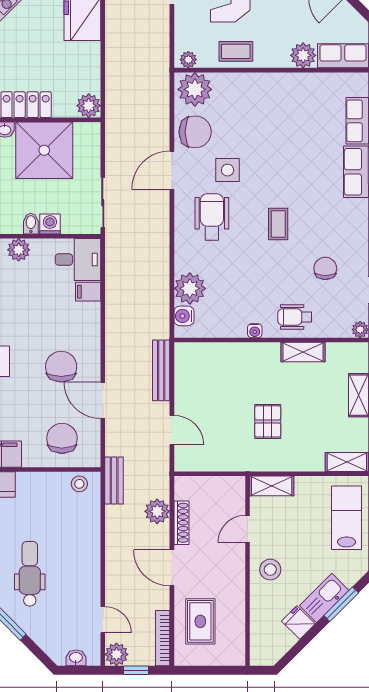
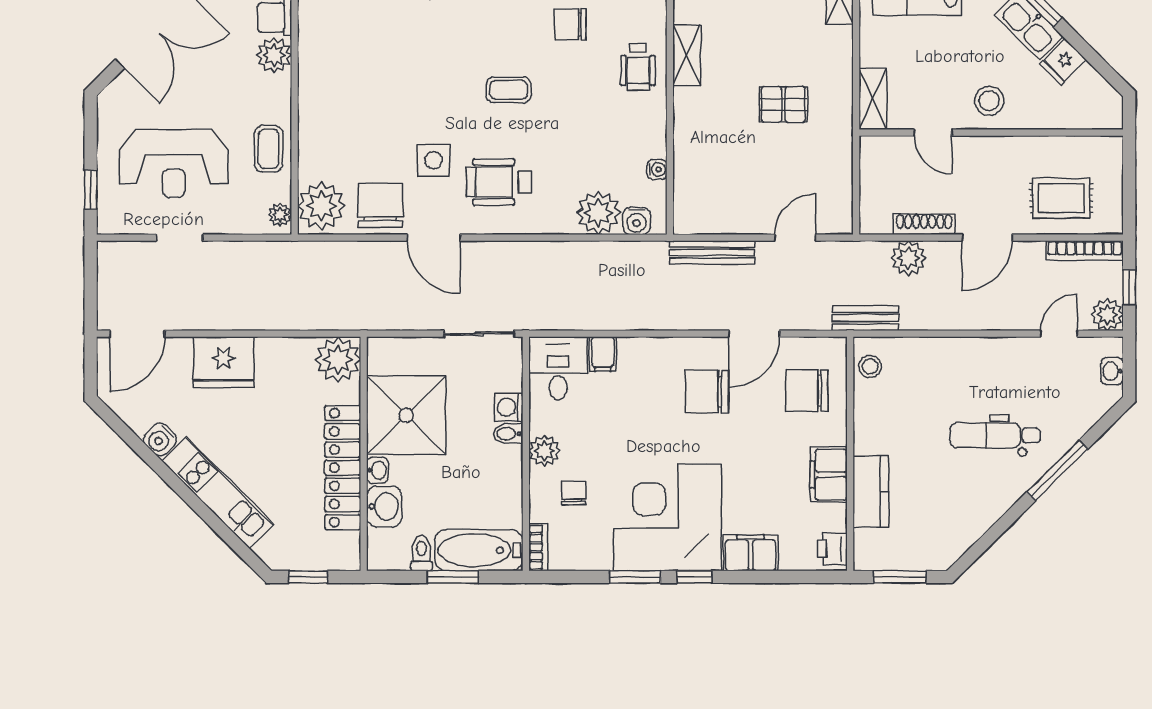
plant: (89, 106) -> (338, 359), width x1.36, depth x1.36
water cooler: (255, 331) -> (657, 169), moved

